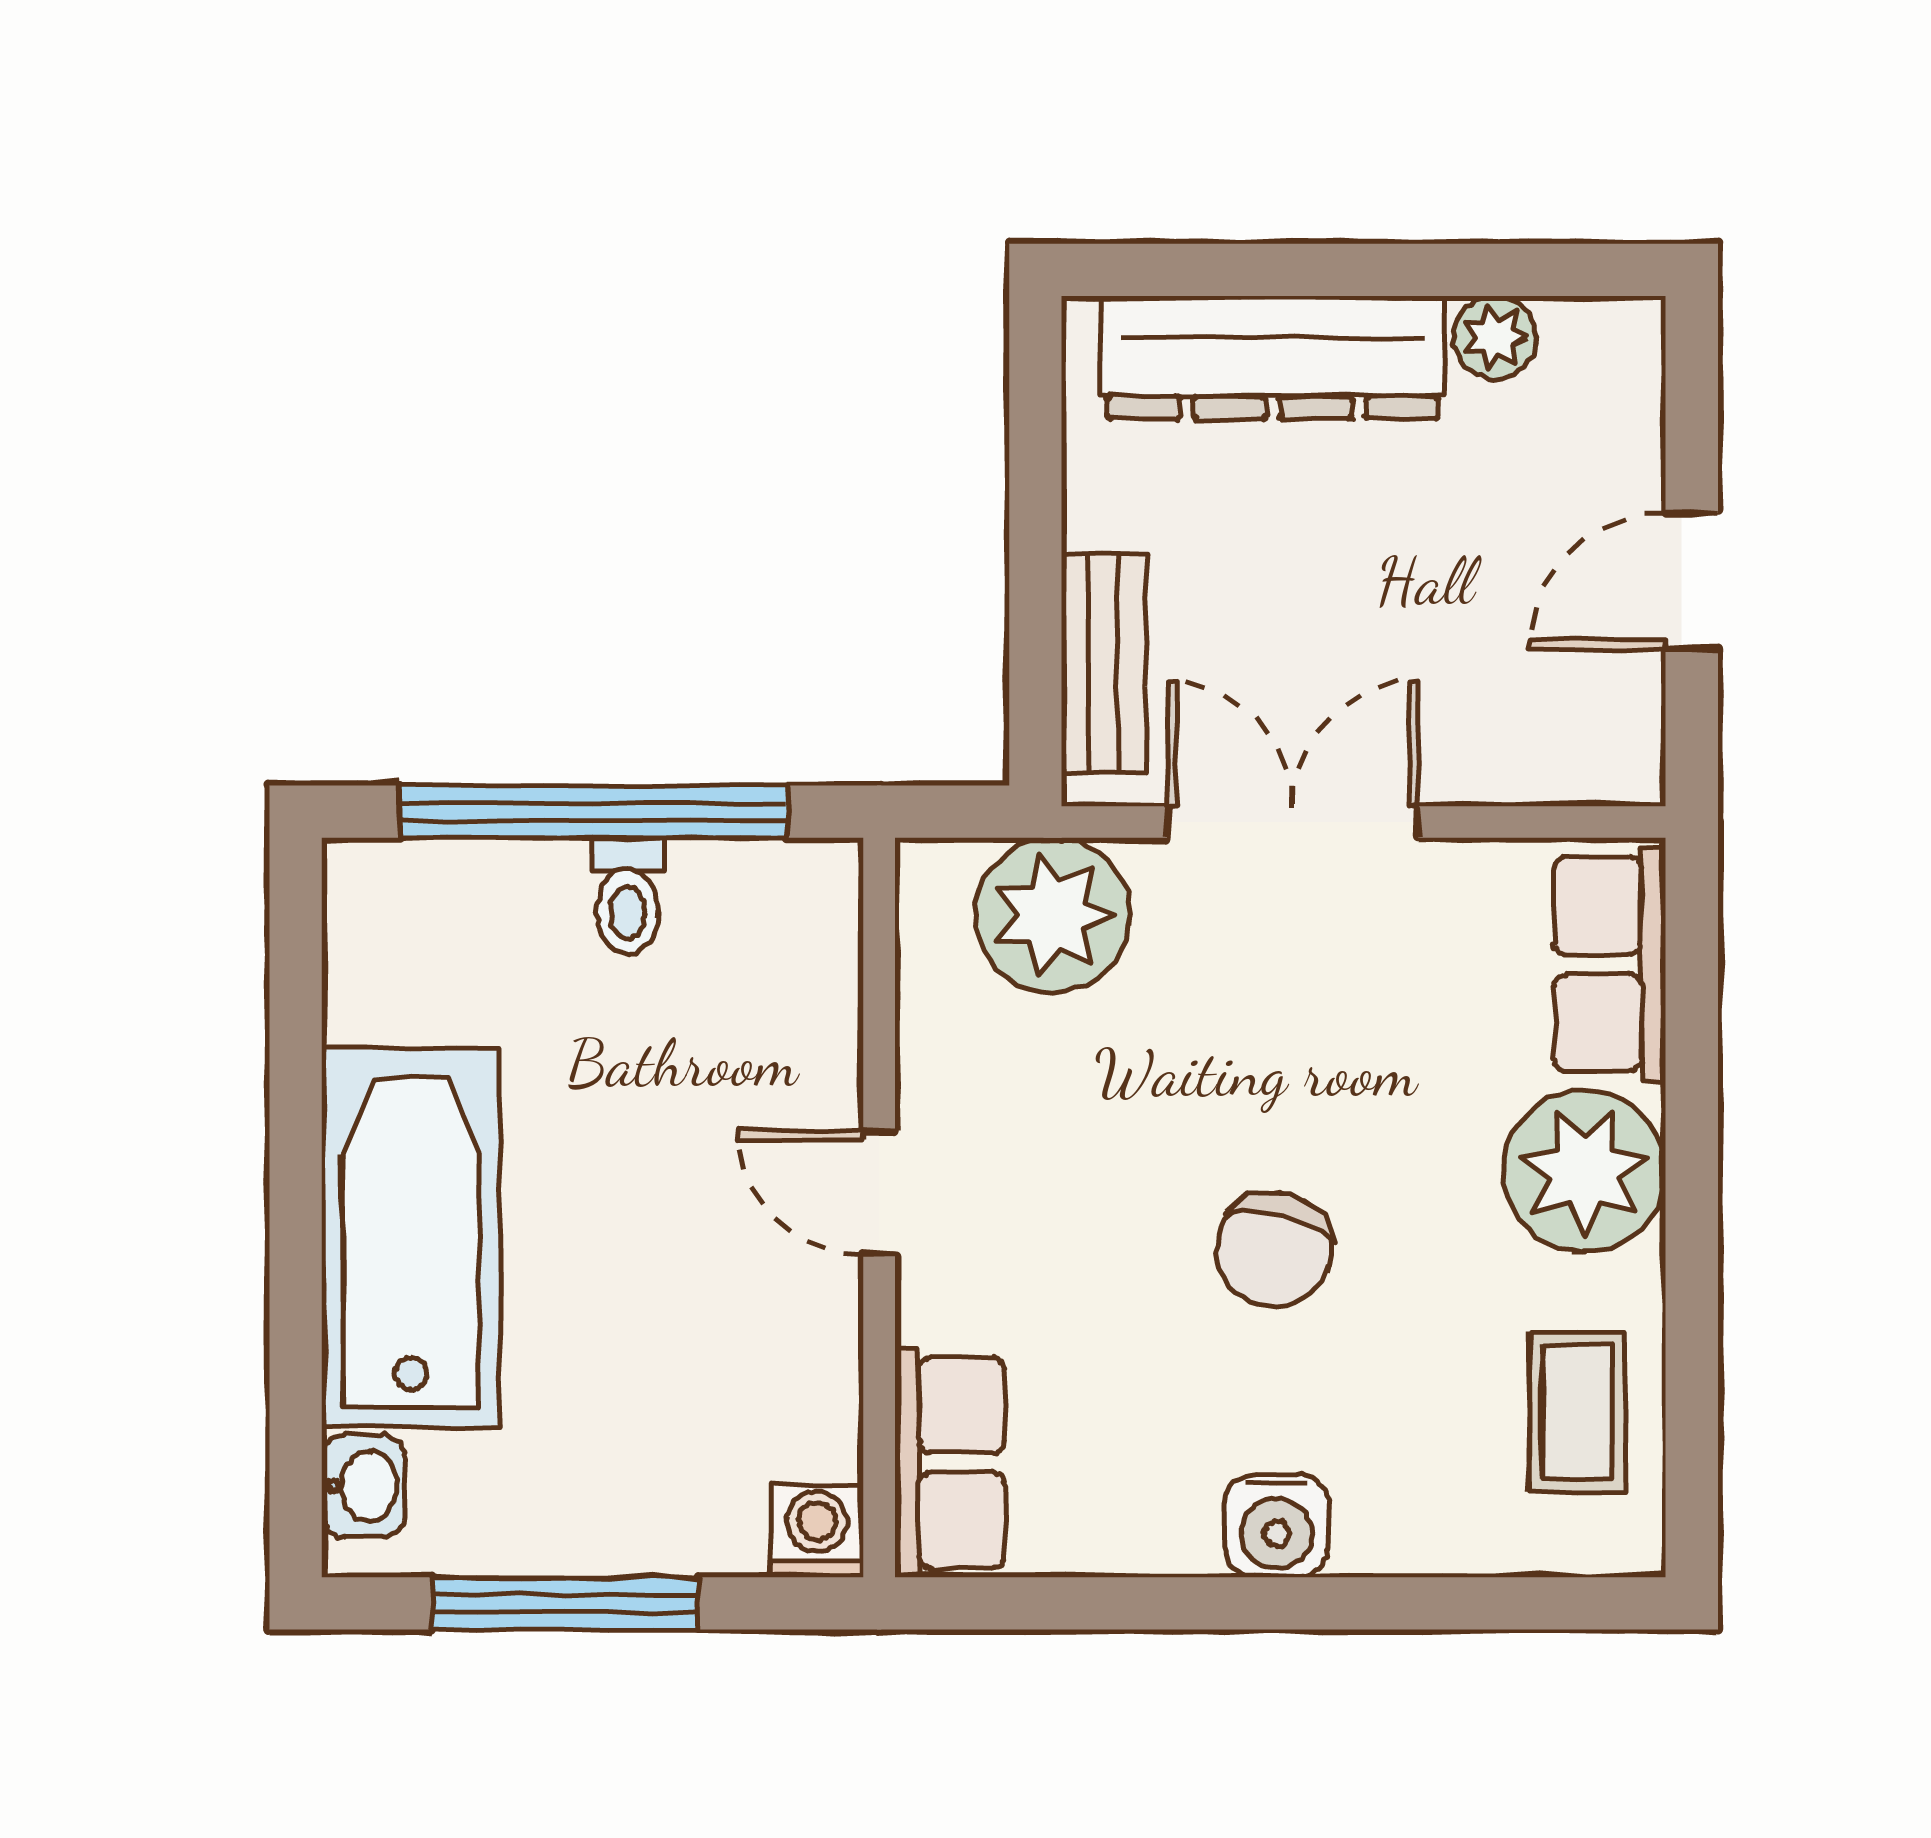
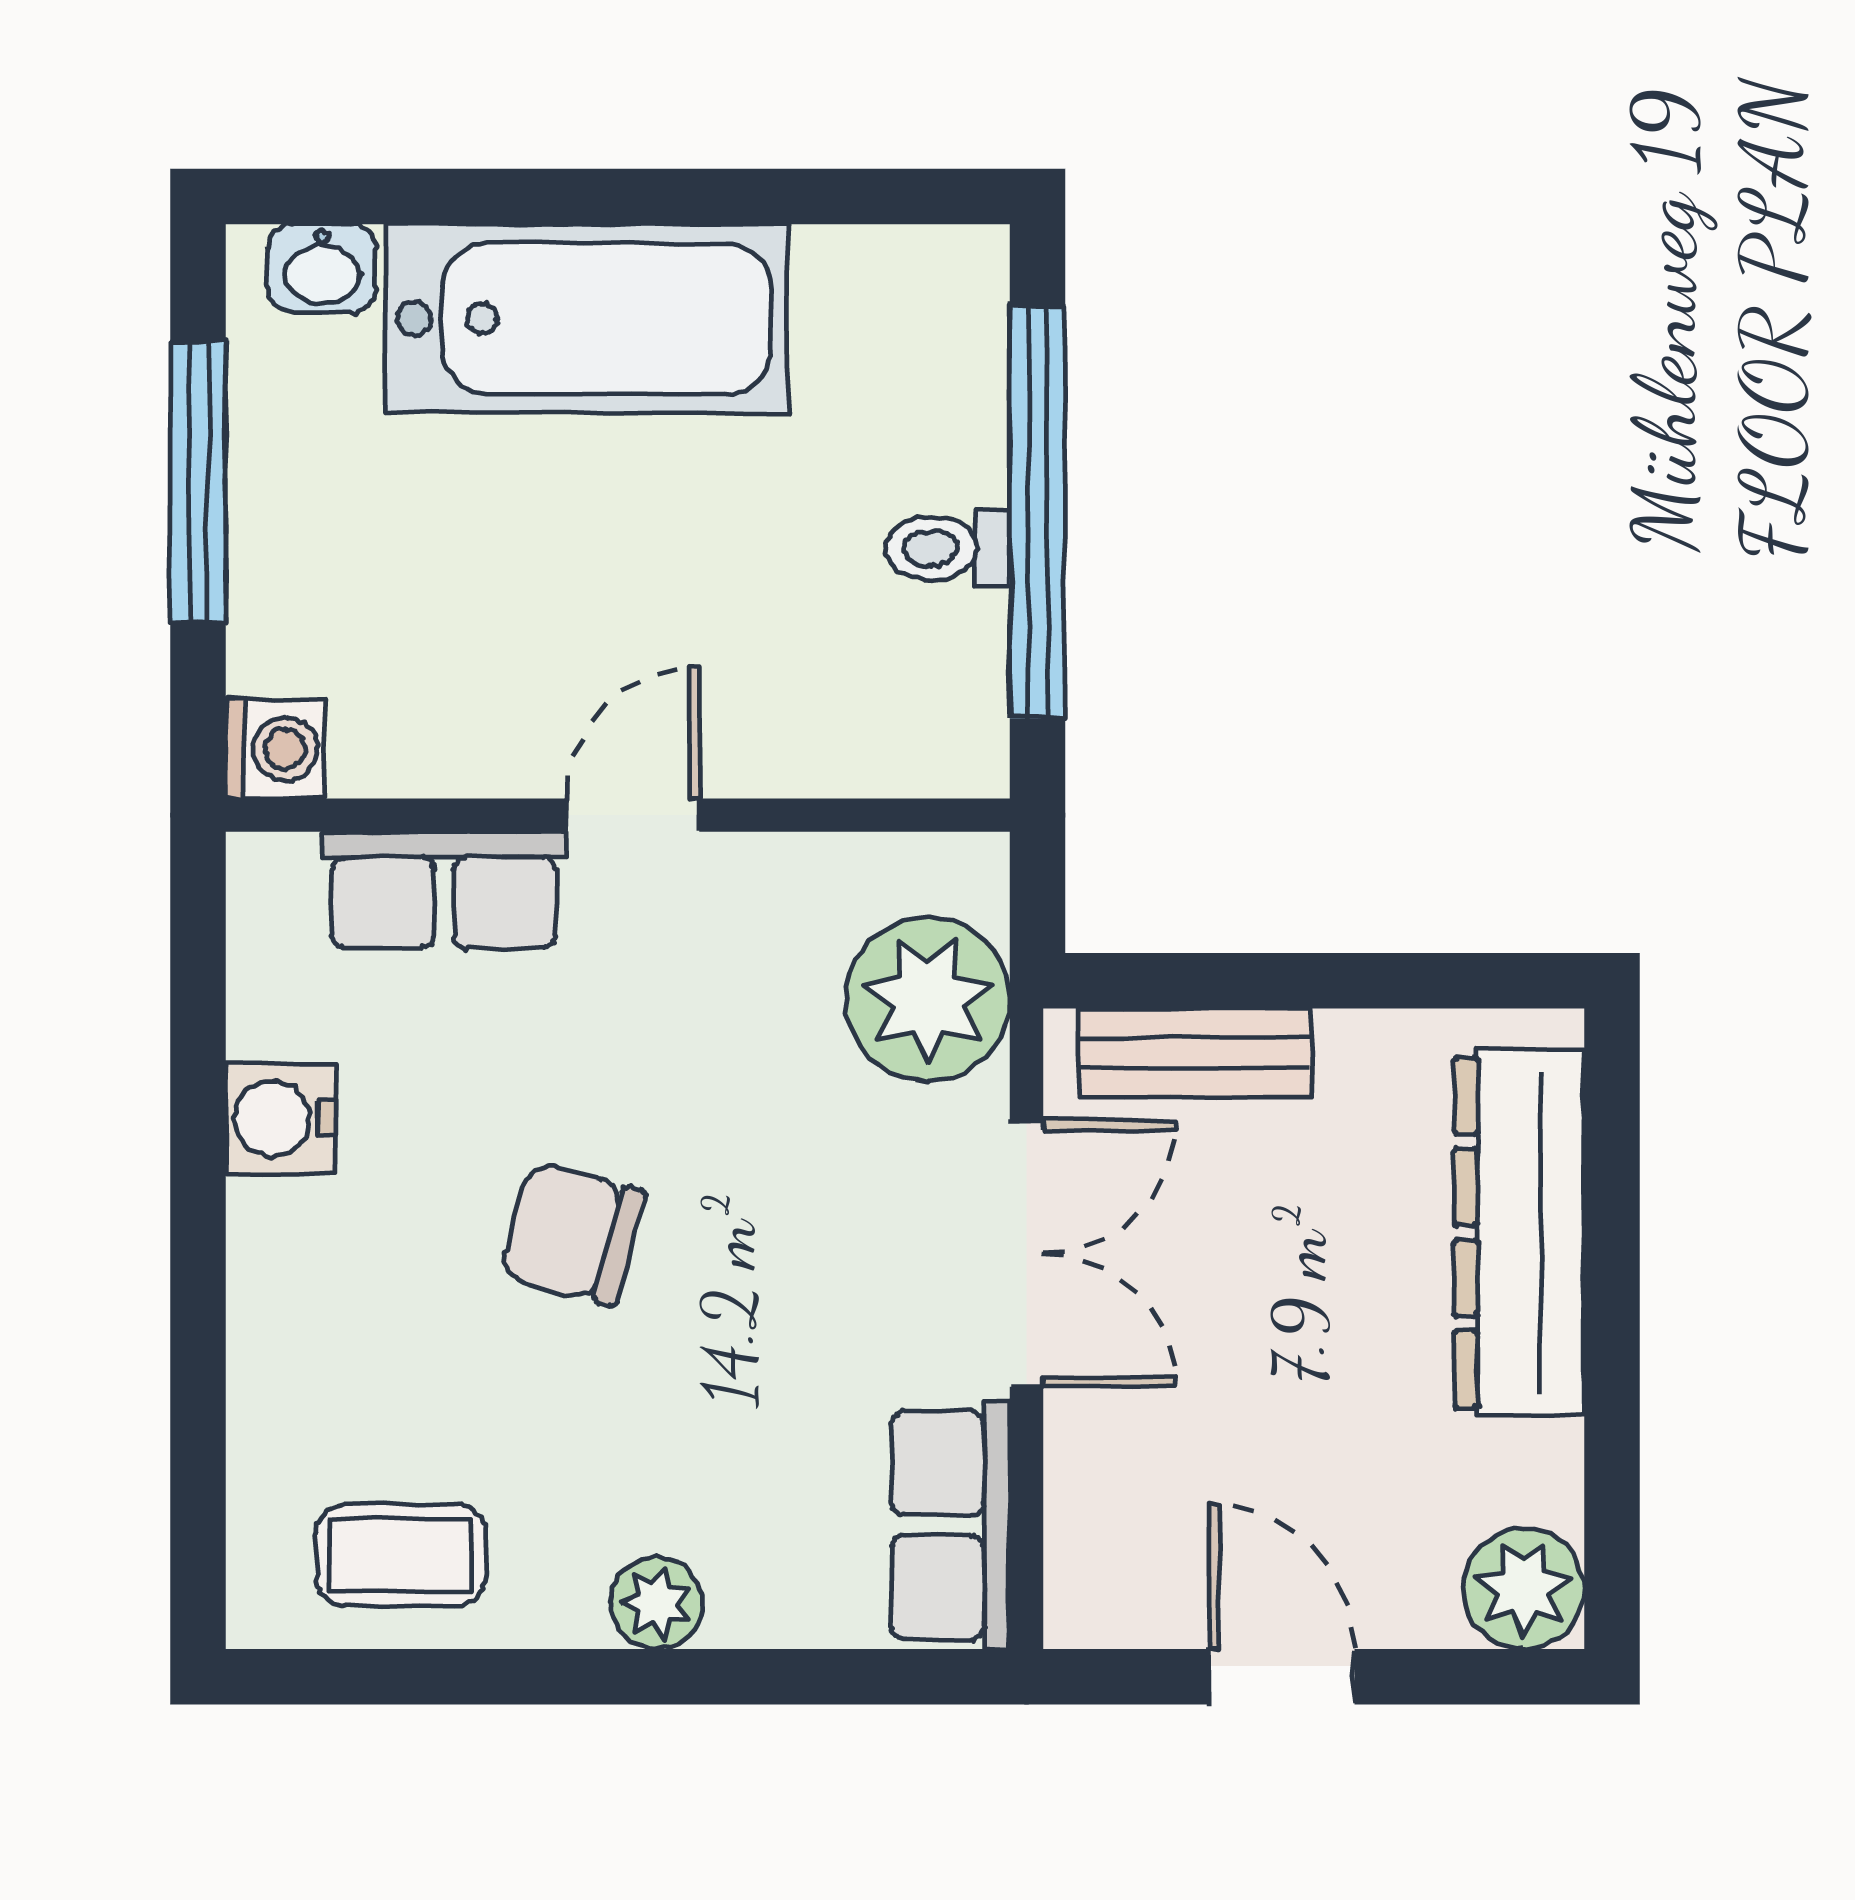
plant: (1495, 337) -> (1524, 1589), moved, width x1.38, depth x1.38
row of seats: (1610, 964) -> (951, 1525), moved, turned -90
plant: (1584, 1171) -> (657, 1603), width x0.53, depth x0.53
row of seats: (950, 1463) -> (444, 890), moved
water cooler: (1277, 1526) -> (281, 1119), moved

